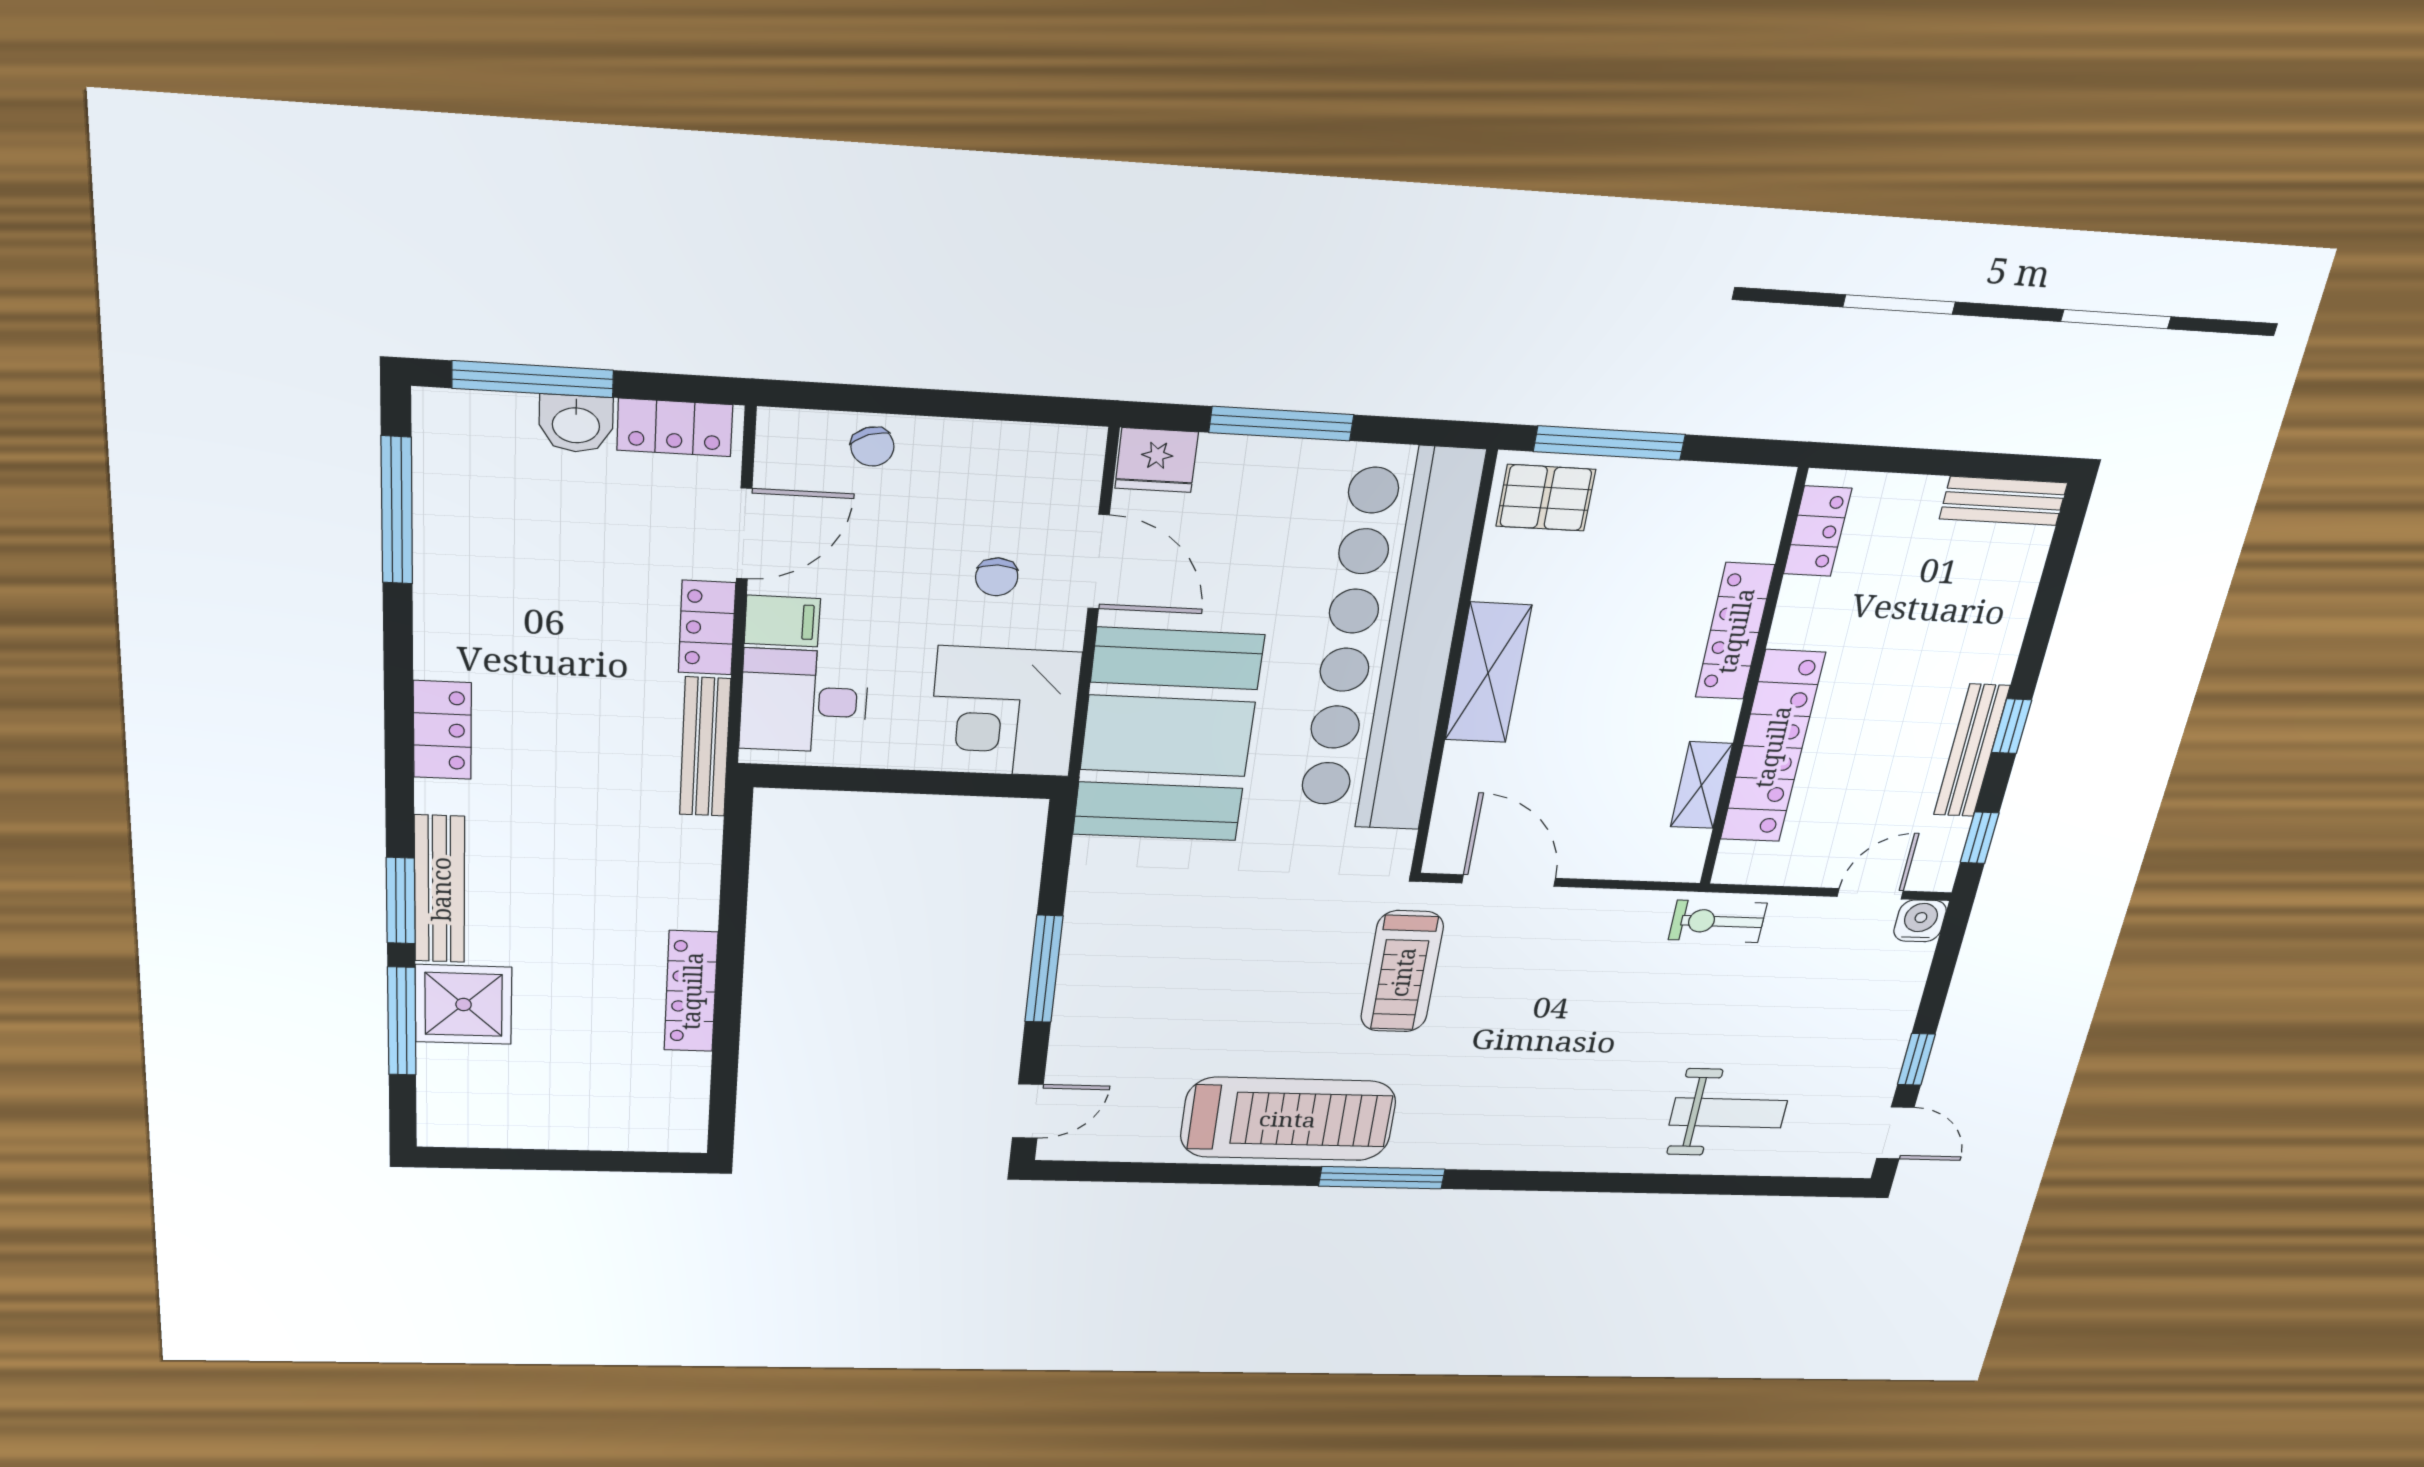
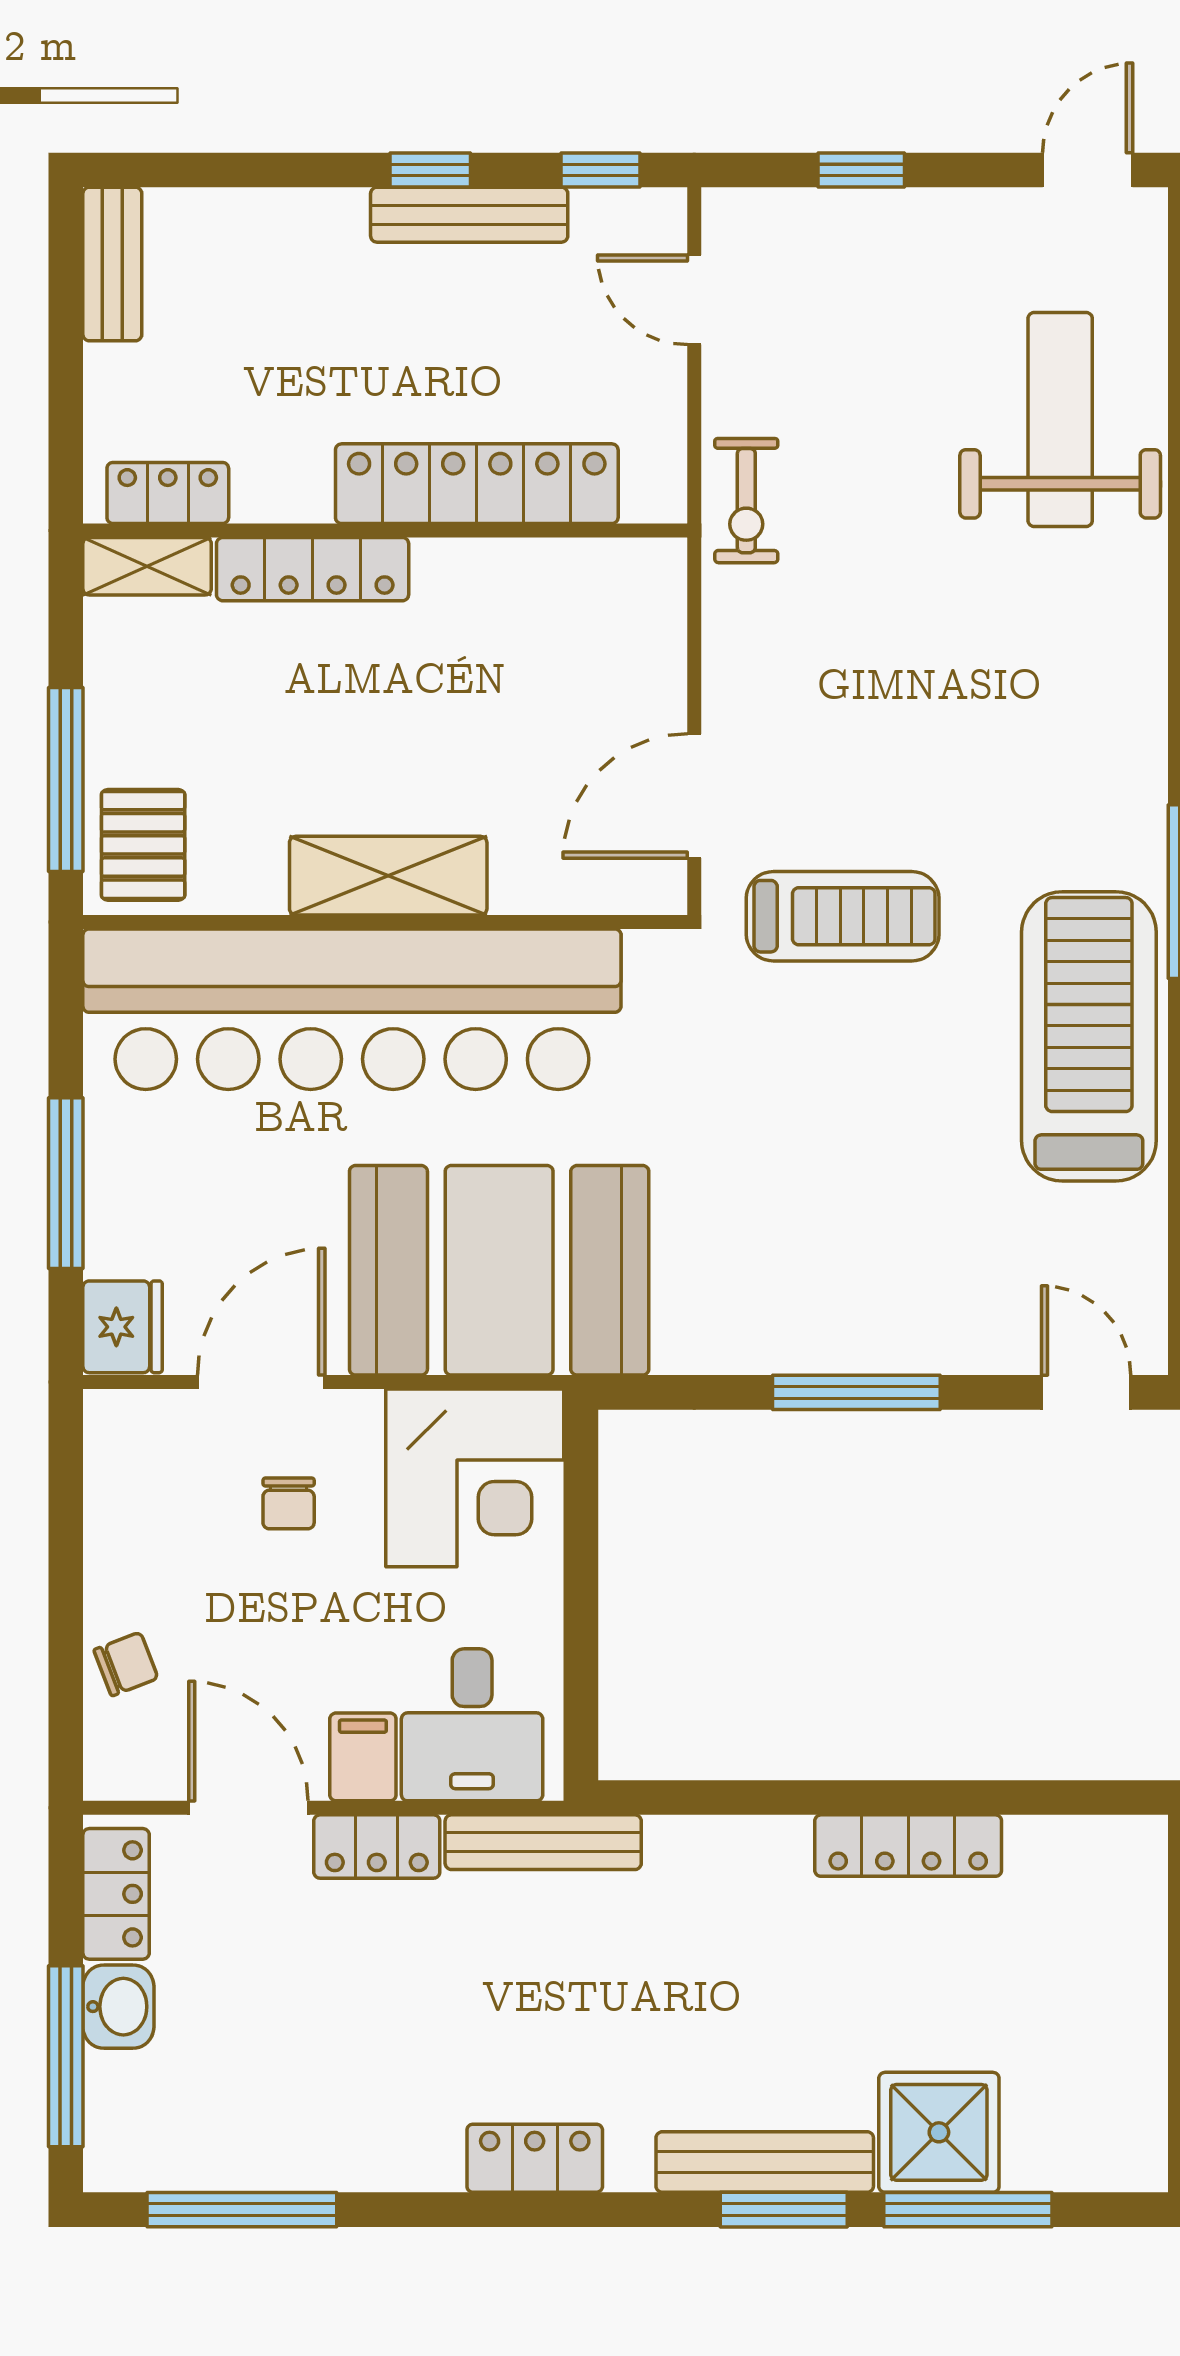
chair: (997, 577) -> (289, 1503), turned 90
shelving: (1701, 785) -> (147, 566), moved
water cooler: (1920, 921) -> (734, 220), removed
window: (1916, 1059) -> (861, 170), moved
weight bench: (1728, 1113) -> (1060, 419), width x1.36, depth x1.33

